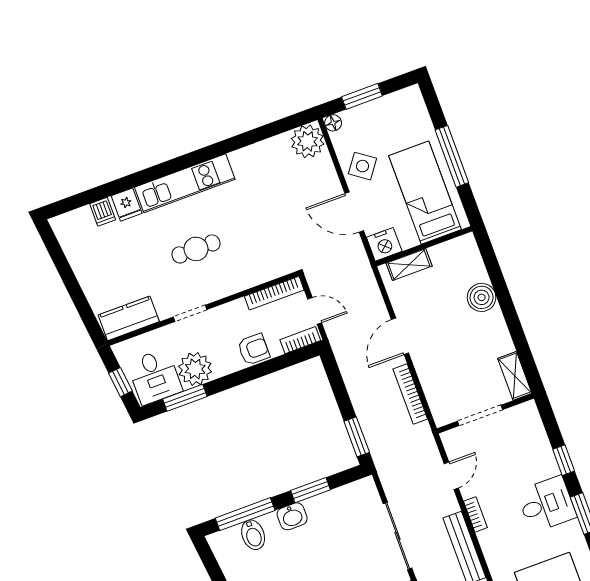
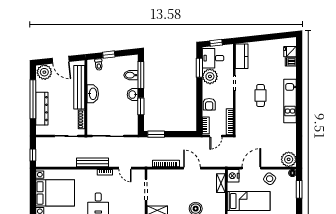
fridge: (127, 205) -> (290, 52), moved

